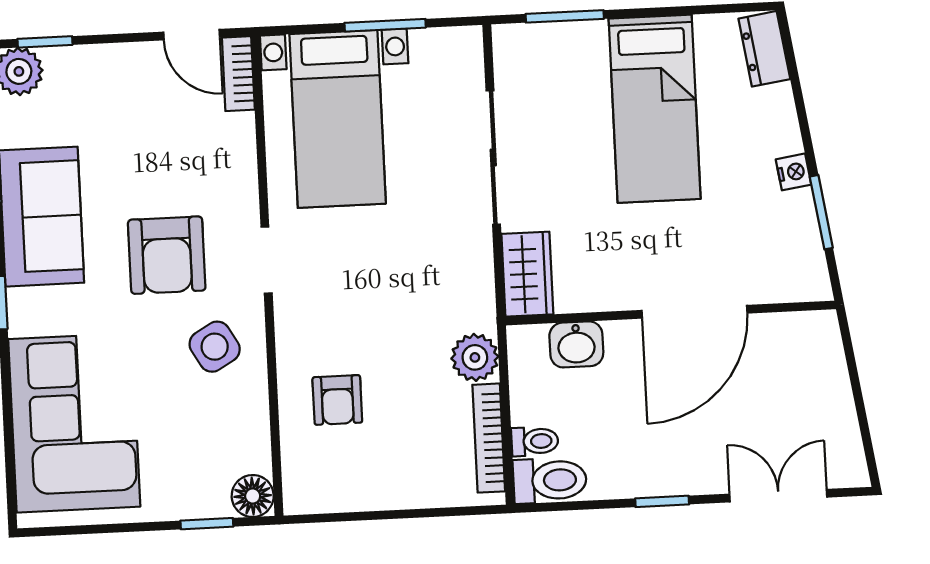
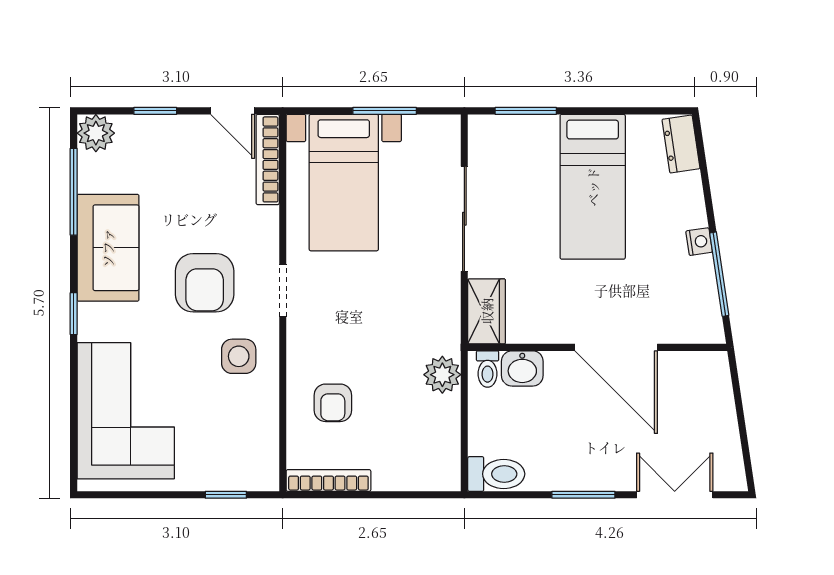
window: (45, 42) -> (155, 111), moved
bookcase: (238, 74) -> (268, 159), width x1.56
window: (821, 212) -> (719, 274), width x1.44
door: (695, 312) -> (616, 347), hinge flipped
side table: (215, 347) -> (239, 356), turned 30
bookcase: (489, 438) -> (328, 480), moved, turned 90
toilet: (535, 441) -> (488, 369), moved, turned 90
floor lamp: (253, 496) -> (263, 475), removed
window: (662, 501) -> (583, 495), width x1.50

